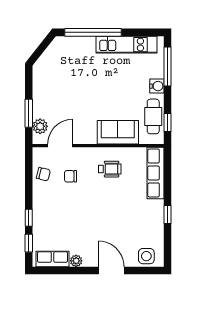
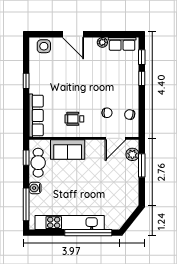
kitchen unit: (126, 45) -> (70, 223), width x1.36

